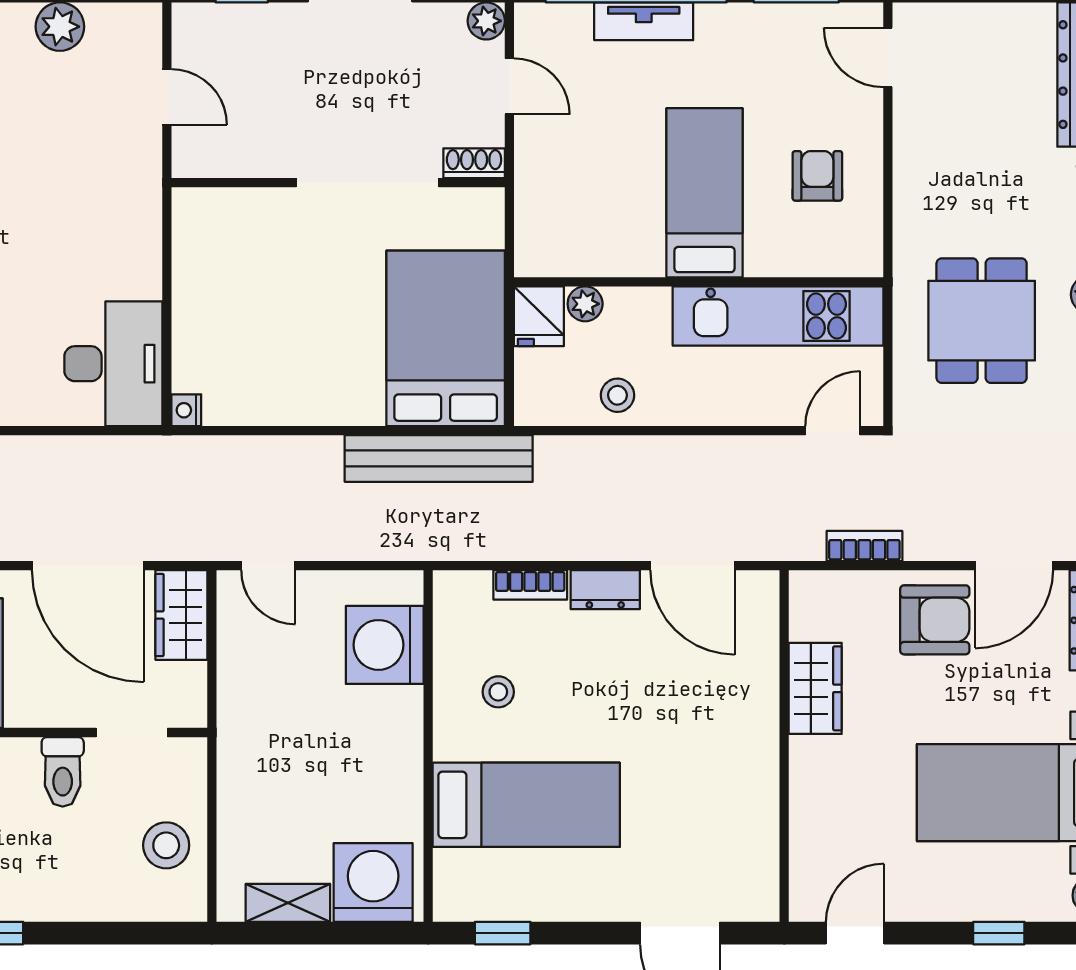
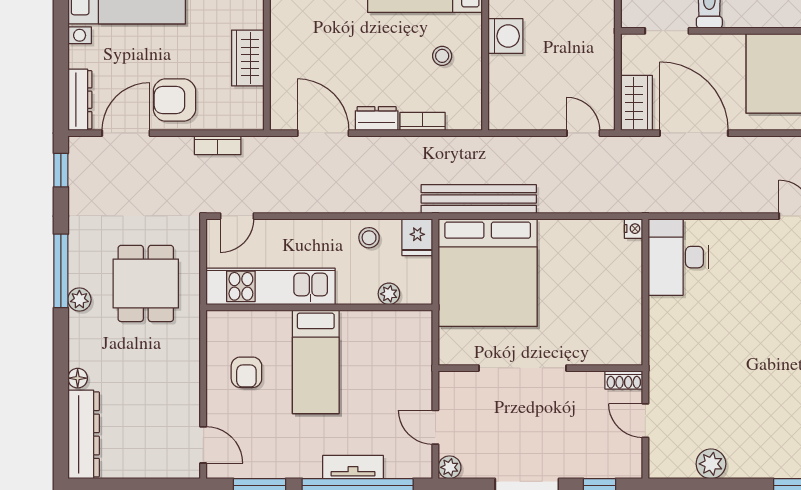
shoe rack: (474, 163) -> (624, 380), moved
fridge: (539, 316) -> (417, 237), moved, turned 180
bed: (446, 338) -> (488, 273), width x1.36
washing machine: (385, 645) -> (505, 36), moved, width x0.73, depth x0.73

